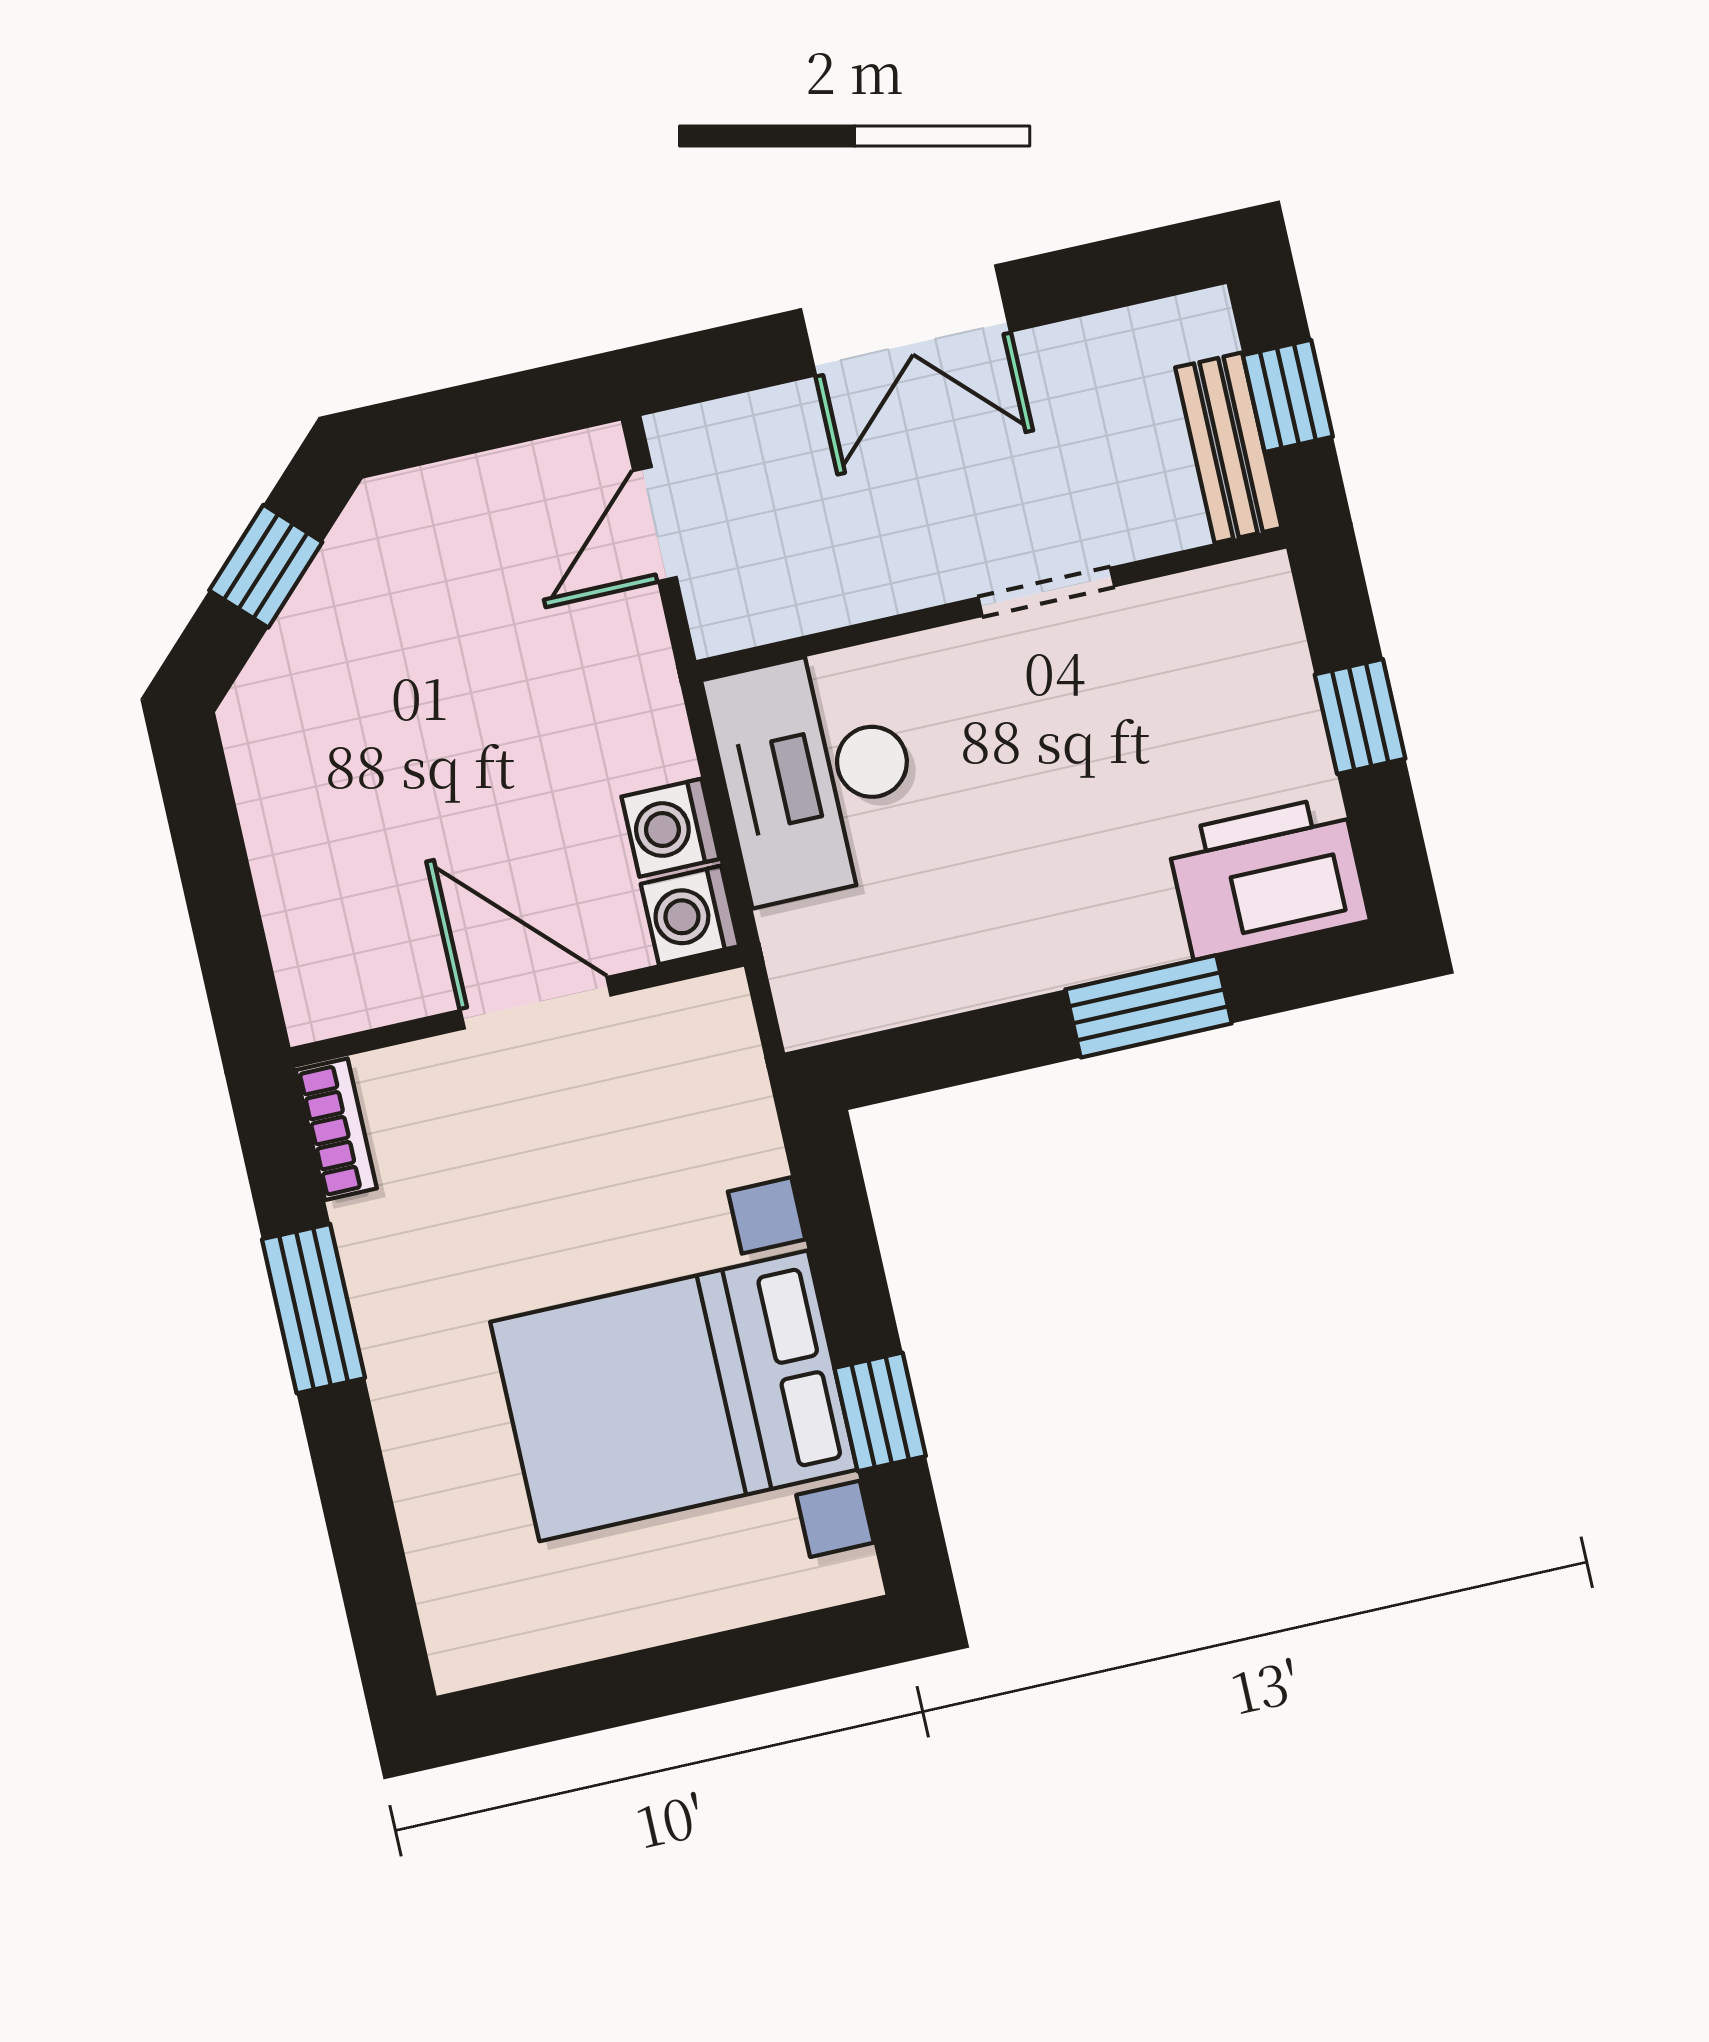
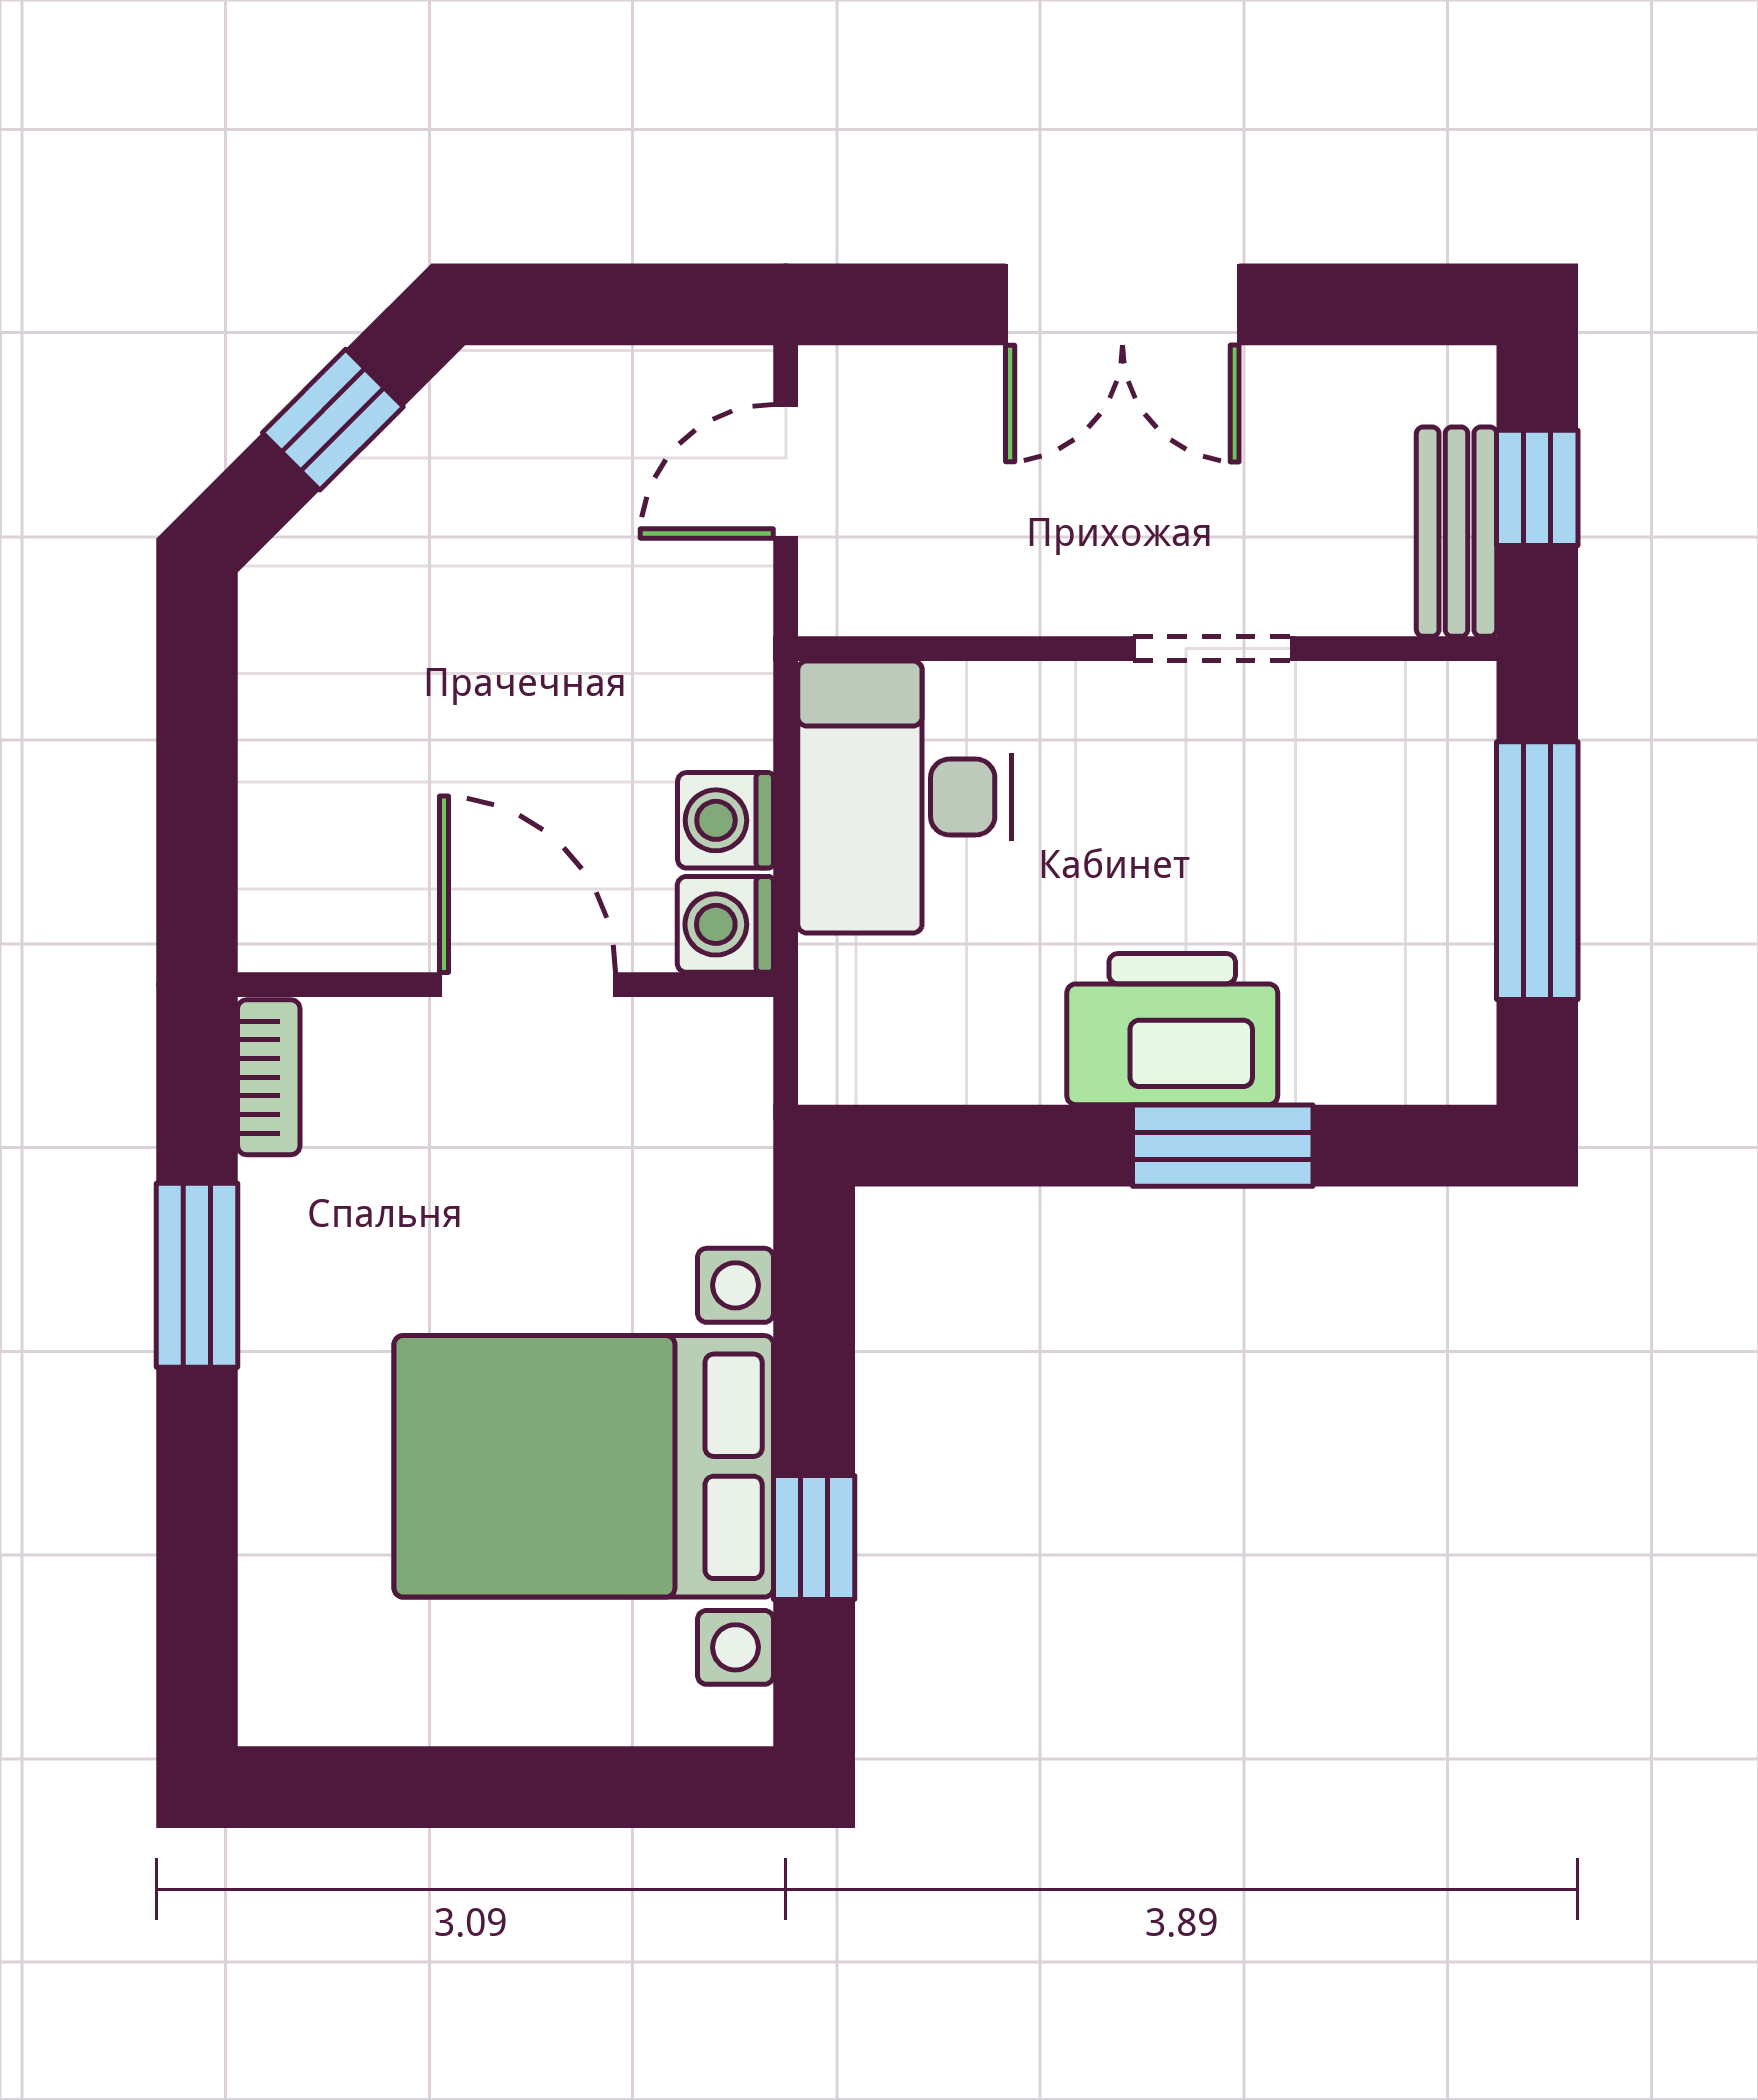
window: (1360, 717) -> (1537, 871), width x2.17
printer: (1268, 877) -> (1172, 1029), moved

